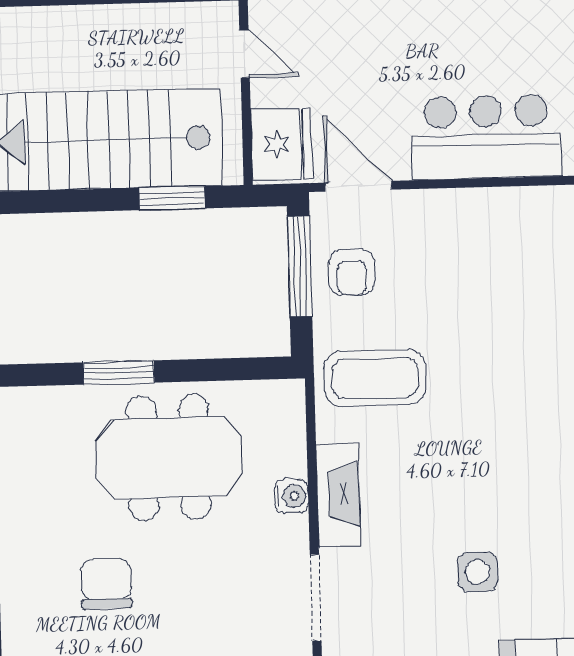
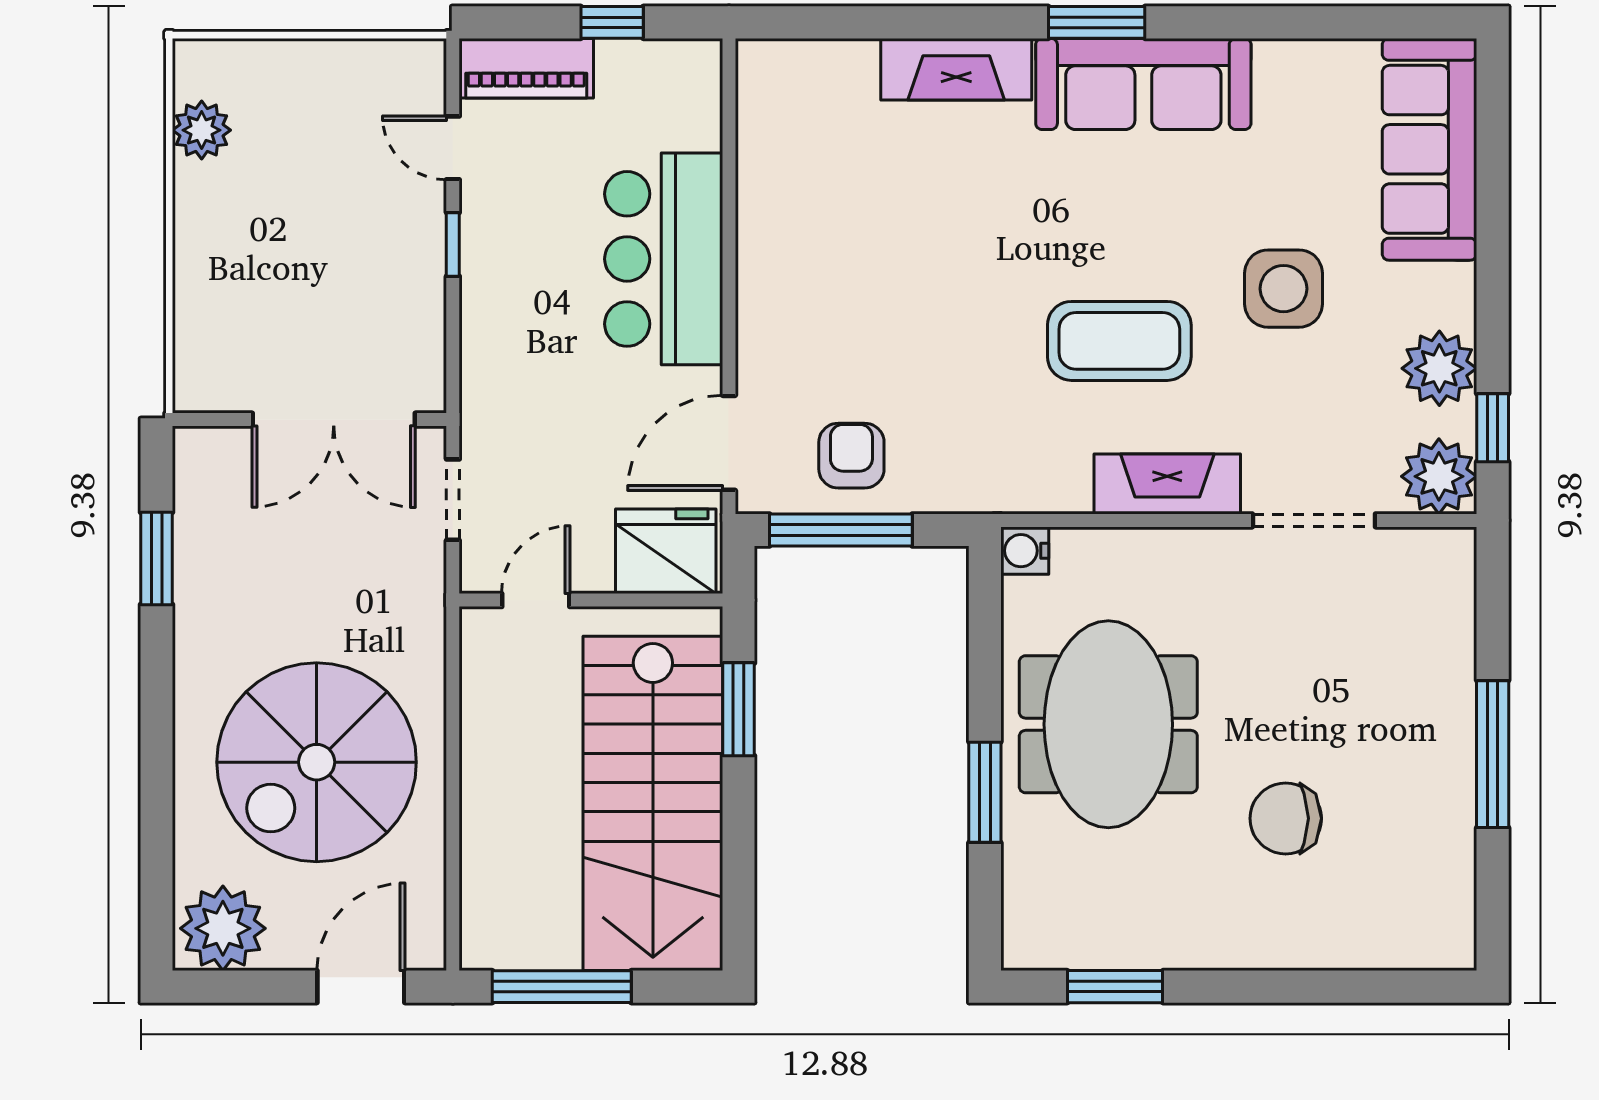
armchair: (352, 272) -> (851, 456), turned -92
coffee table: (375, 378) -> (1119, 341), moved, turned 90
water cooler: (292, 496) -> (1025, 551), moved, turned -90
side table: (478, 572) -> (1284, 289), width x1.37, depth x1.37

